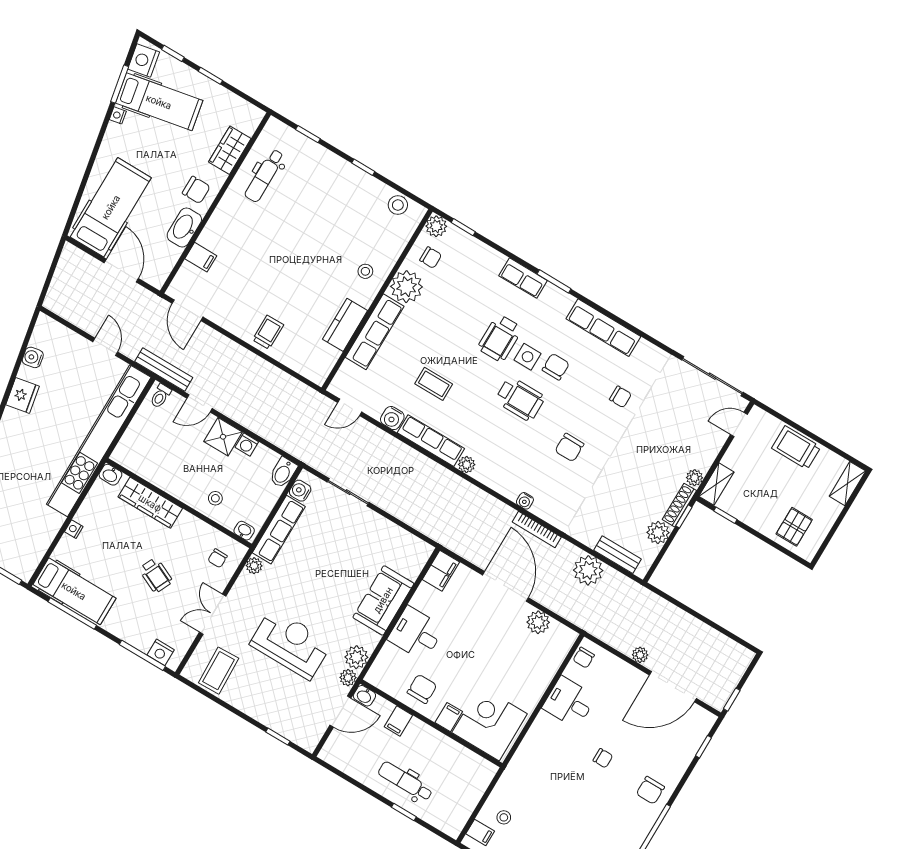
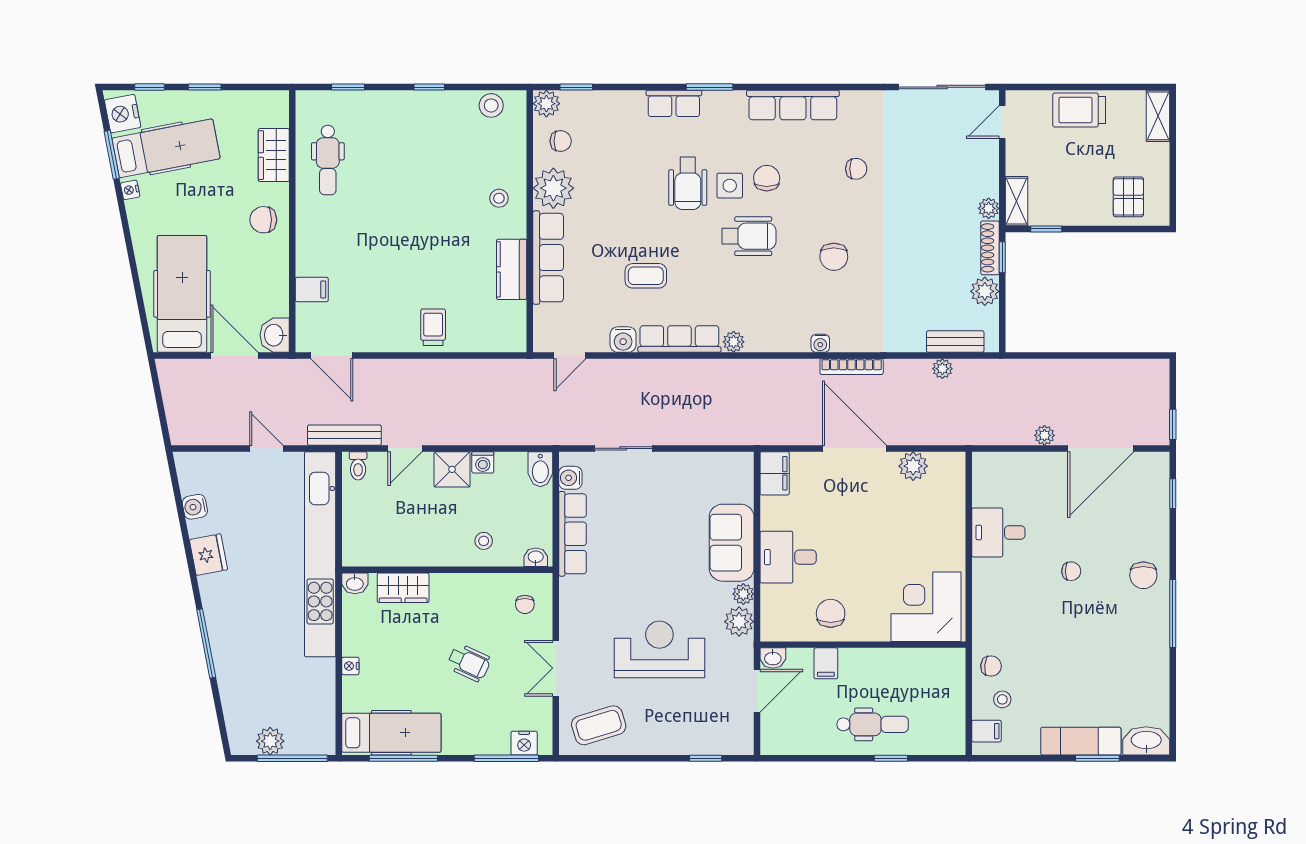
chair: (196, 190) -> (263, 220), turned 180
washbasin: (184, 227) -> (275, 335), moved, width x0.72
wardrobe: (150, 503) -> (403, 588), width x0.67
plant: (254, 566) -> (569, 589), removed
plant: (588, 570) -> (942, 369), width x0.53, depth x0.53
chair: (584, 658) -> (991, 666), moved, turned -85
coffee table: (219, 671) -> (599, 725), turned 75
plant: (348, 678) -> (743, 594), moved
filing cabinet: (449, 717) -> (878, 627), removed
dental chair: (405, 781) -> (873, 724), turned 180

